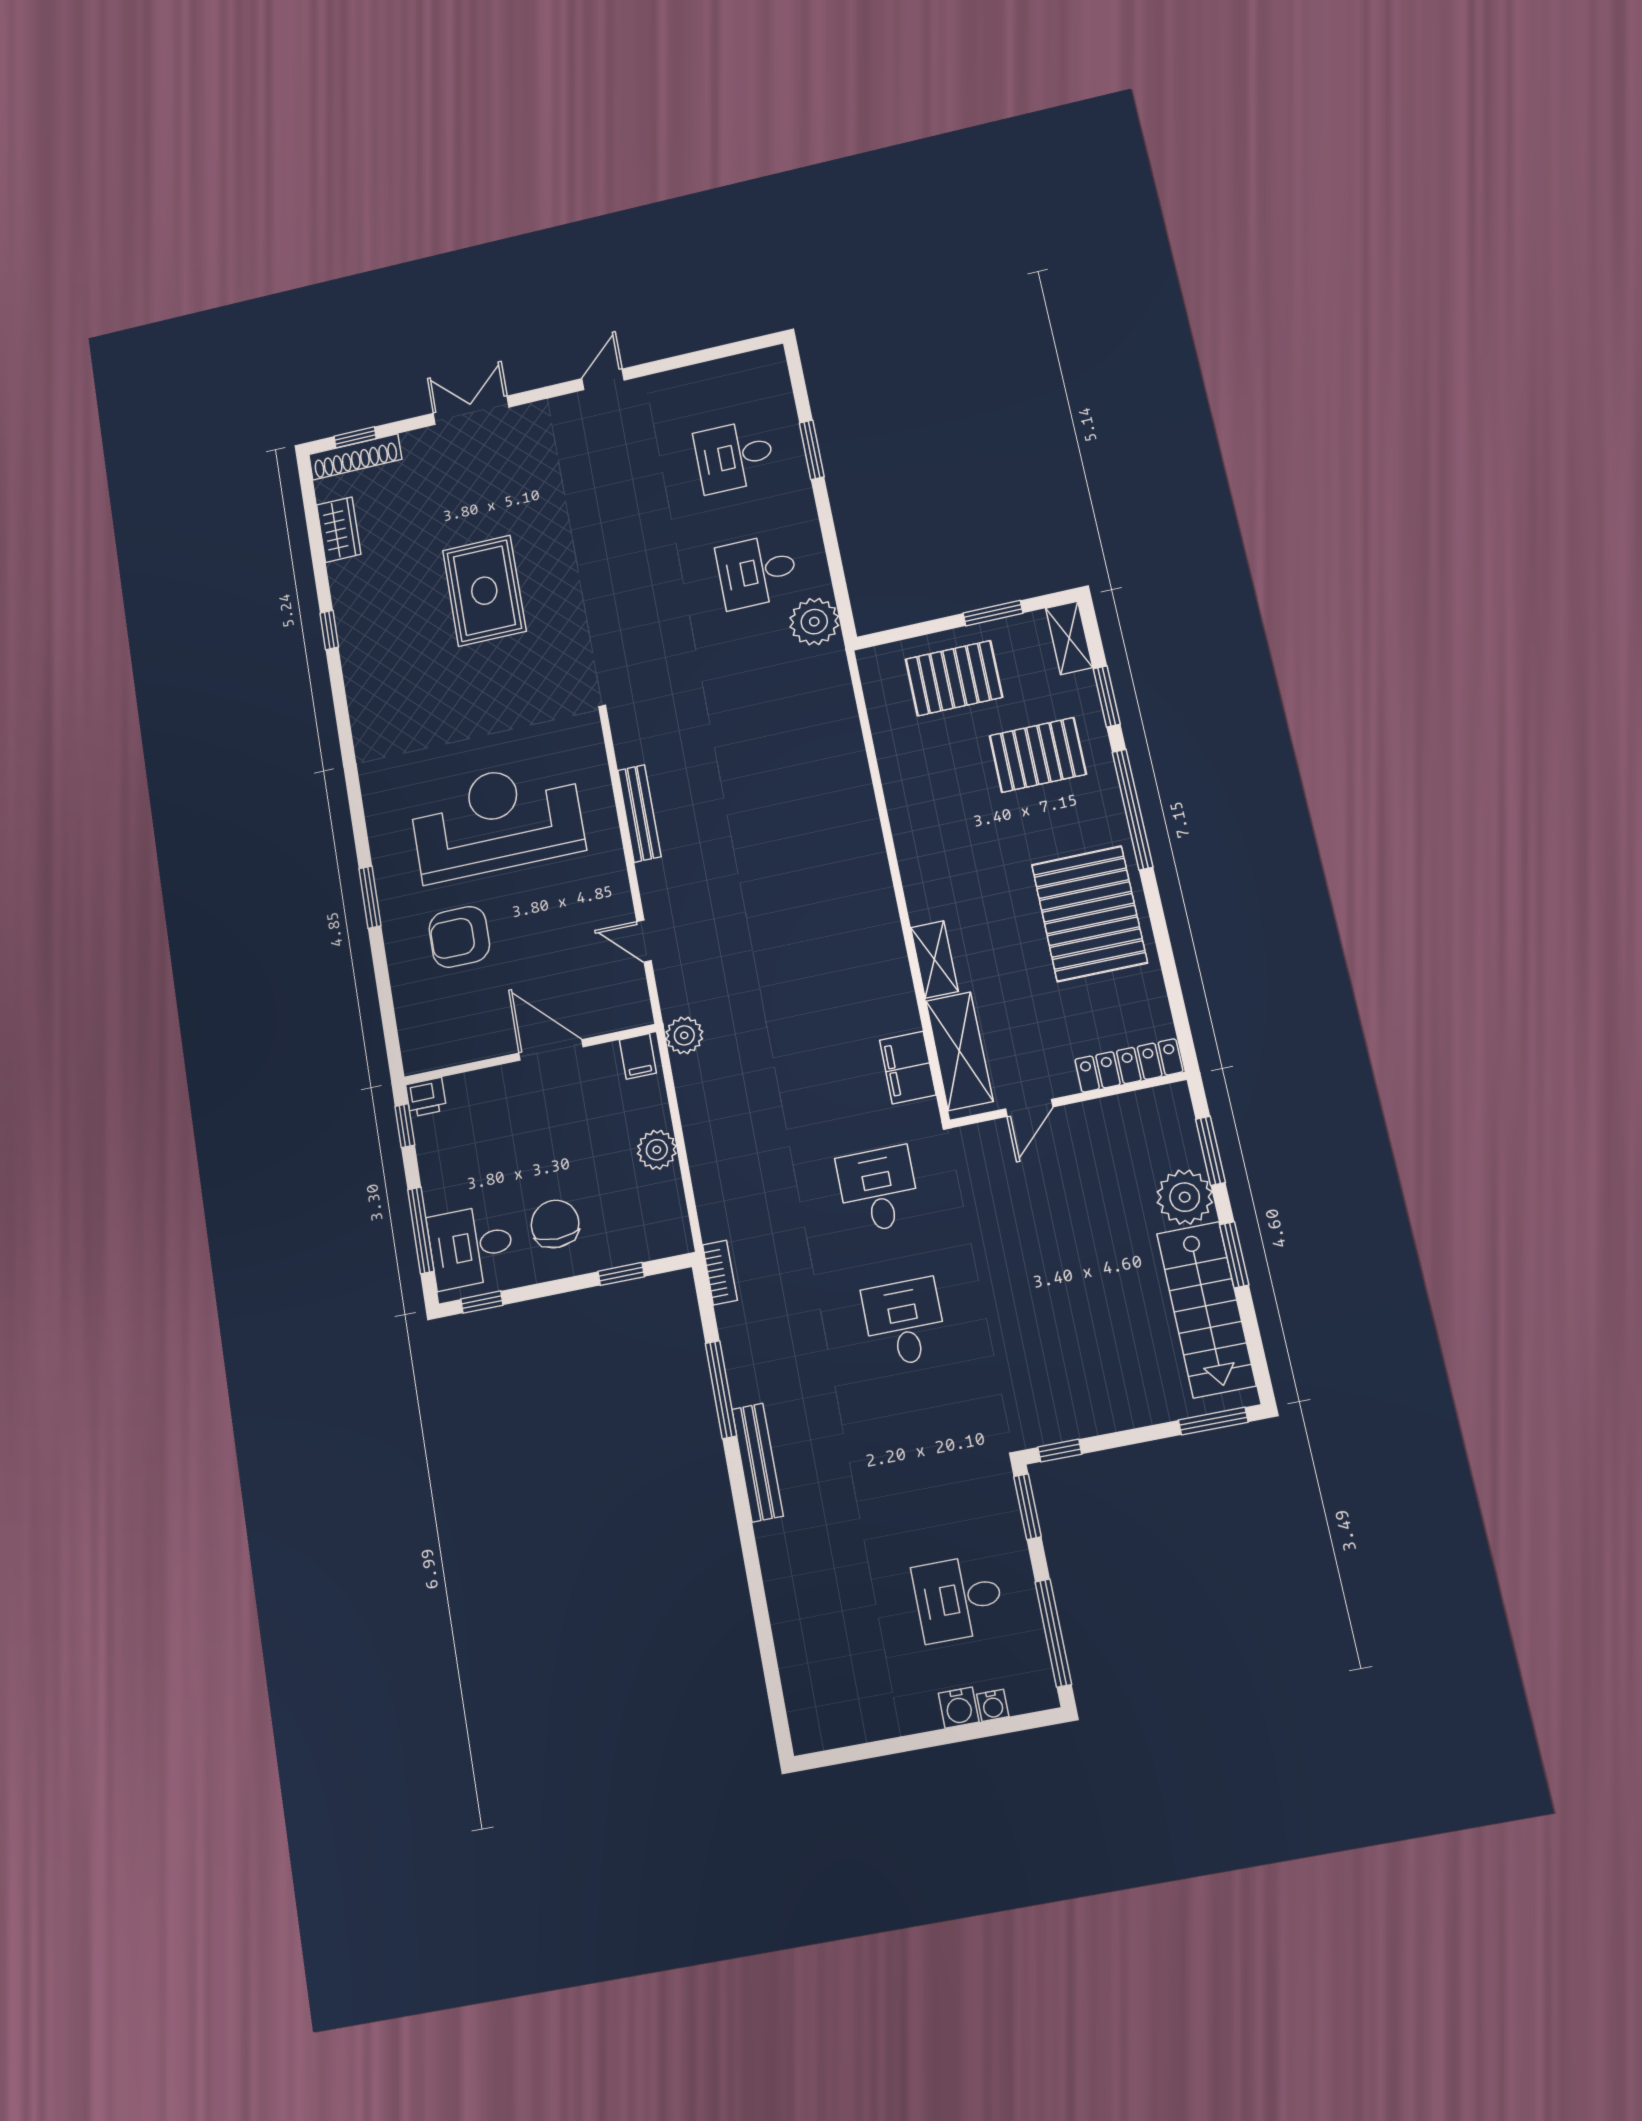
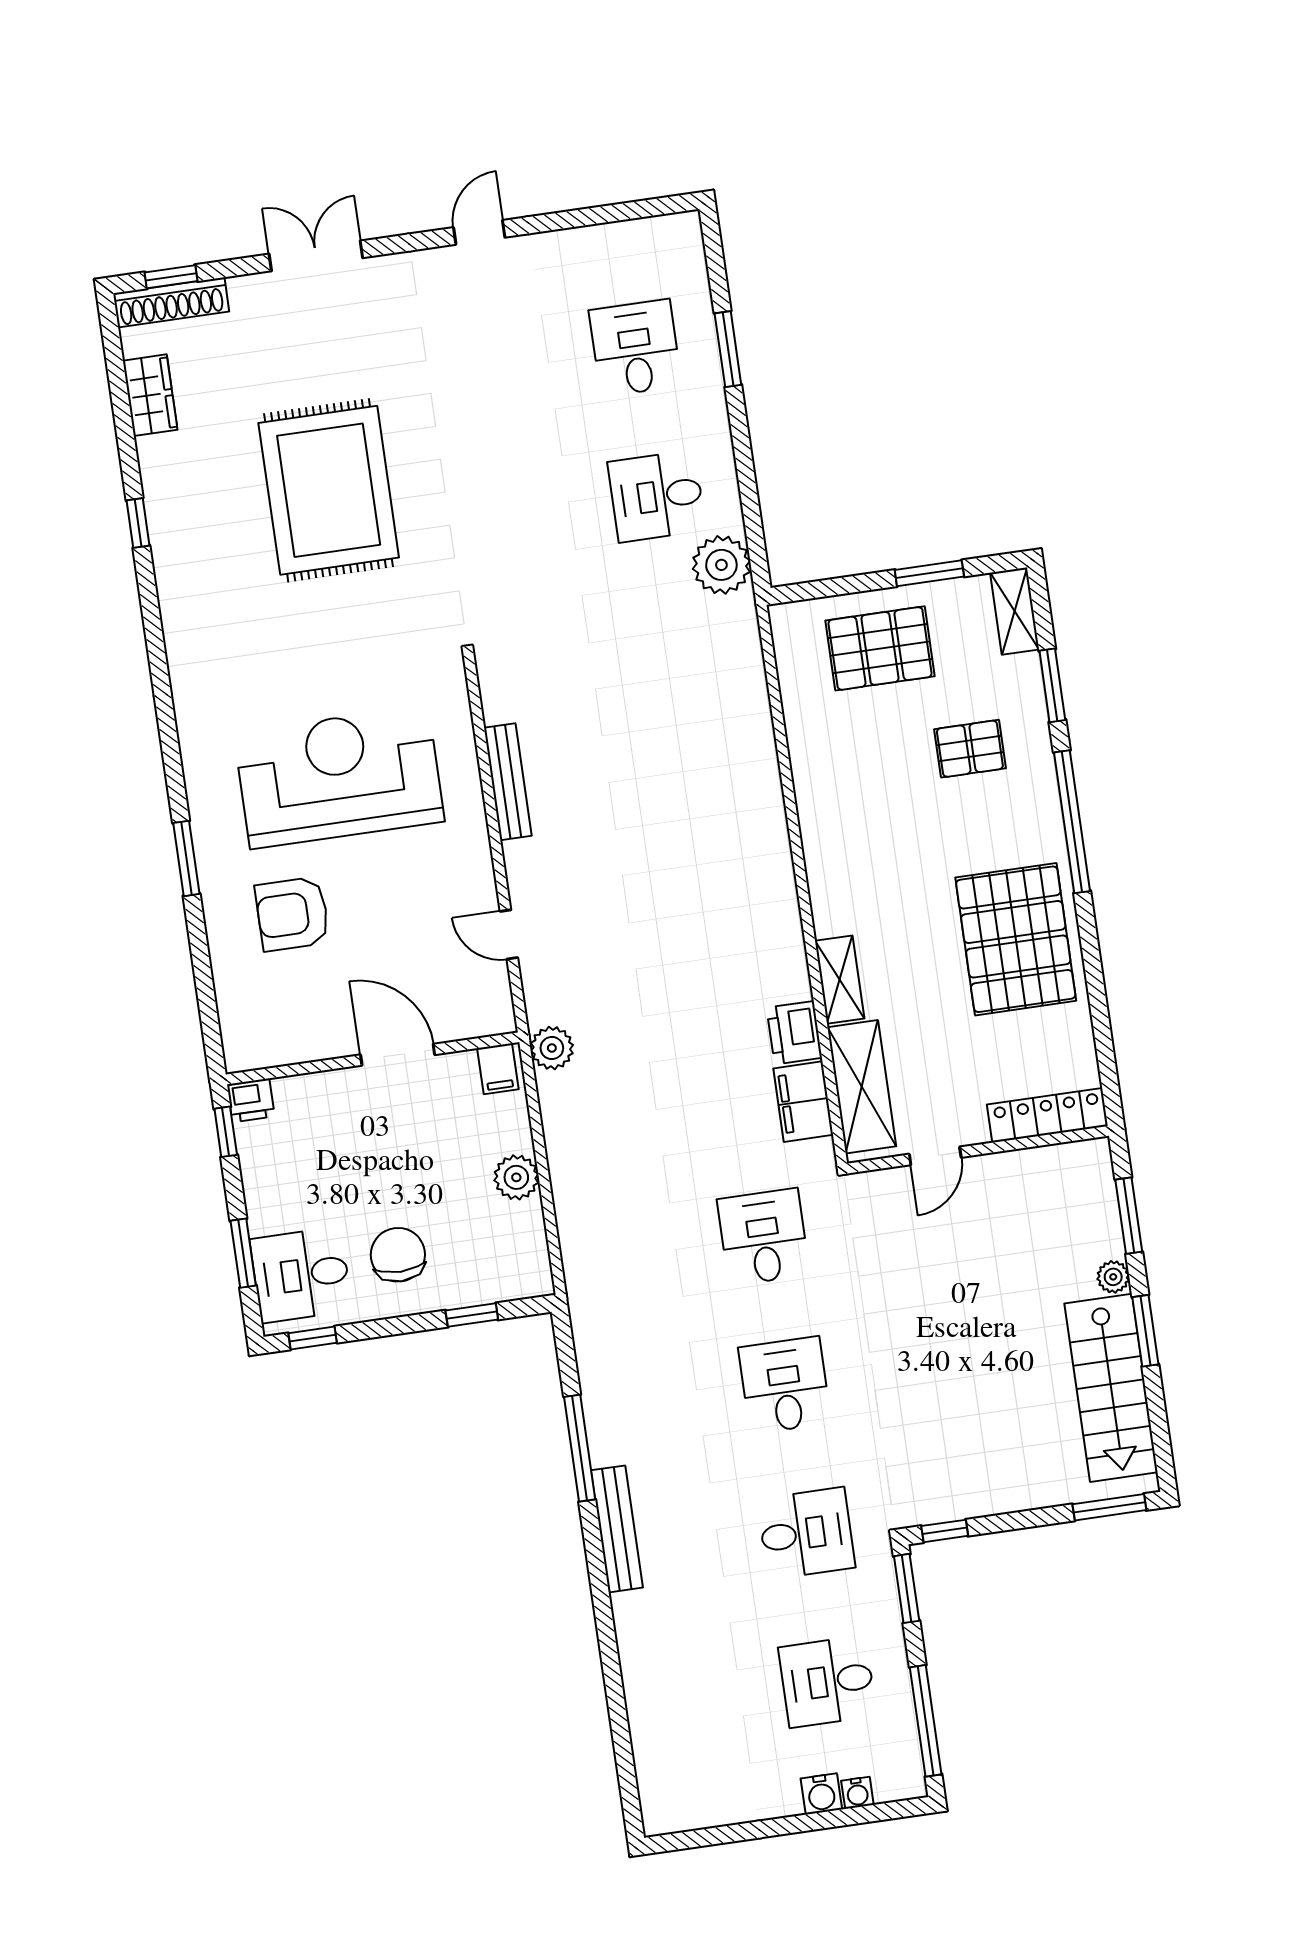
desk: (734, 456) -> (635, 348), turned 90
rug: (484, 591) -> (329, 490), width x1.37, depth x1.44
pallet: (1038, 755) -> (970, 749), width x0.67, depth x0.71
printer: (897, 1008) -> (794, 1033), added
plant: (1185, 1197) -> (1113, 1277), width x0.53, depth x0.53
window: (421, 1230) -> (243, 1253), width x0.69
bookcase: (720, 1273) -> (583, 1319), removed
desk: (931, 1459) -> (806, 1533), added

